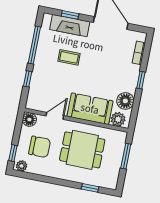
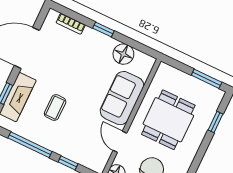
plant: (118, 119) -> (143, 68), removed
window: (126, 156) -> (207, 79), moved

